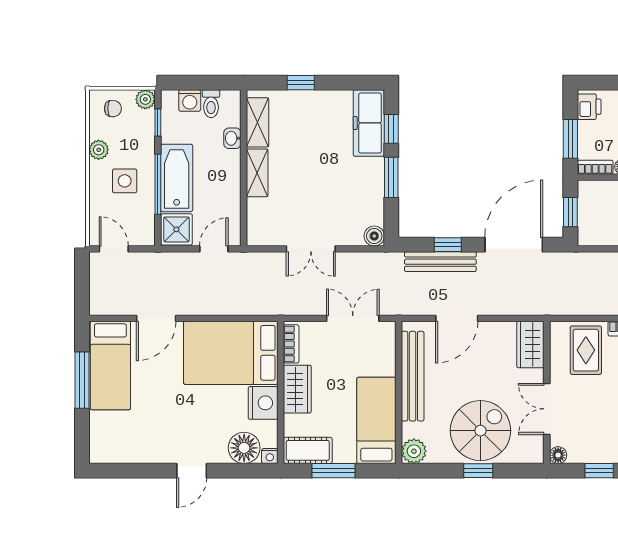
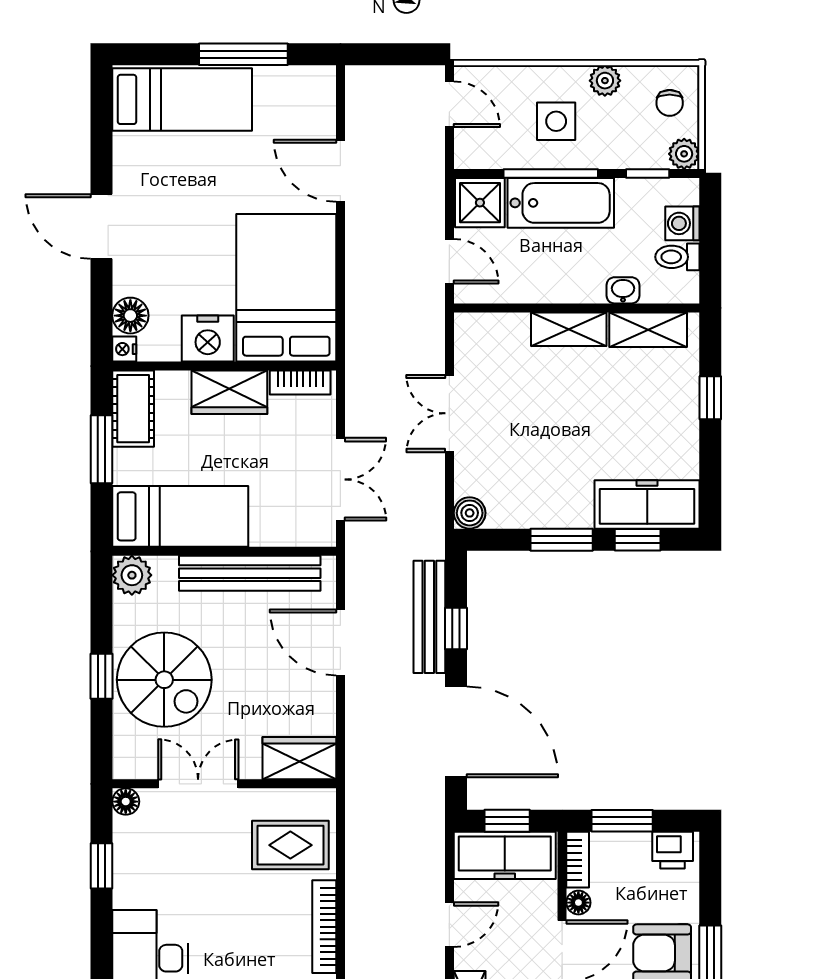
freezer: (592, 214) -> (505, 855), added
door: (114, 249) -> (449, 104), hinge flipped
bed: (110, 365) -> (182, 99), moved, turned 180
floor lamp: (244, 448) -> (130, 316), width x0.73, depth x0.73
door: (192, 471) -> (101, 227), width x1.38

